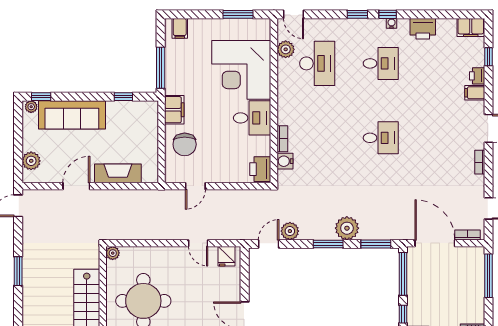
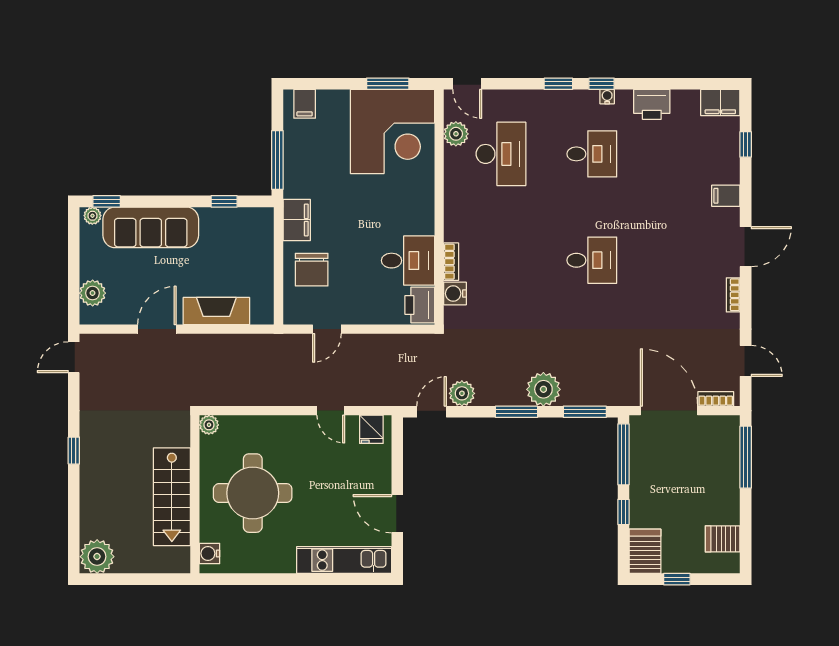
corner desk: (241, 70) -> (392, 132), moved, turned -90
printer: (477, 76) -> (729, 172), removed
desk: (252, 118) -> (408, 261), moved
window: (18, 271) -> (74, 451), width x0.67

